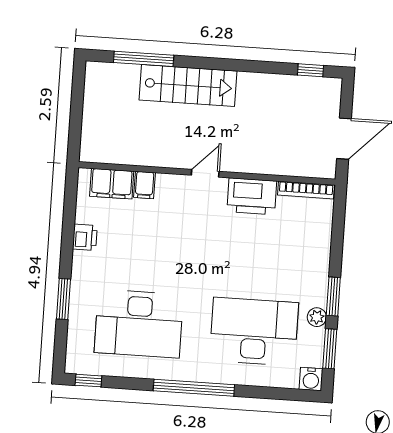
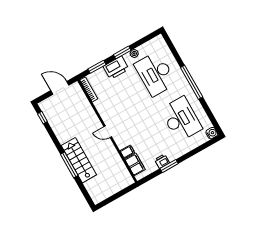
window: (144, 59) -> (69, 165), moved
printer: (252, 196) -> (116, 68), moved, turned 90
window: (64, 299) -> (169, 166), moved
window: (330, 349) -> (97, 67), moved
water cooler: (311, 379) -> (212, 133), moved
window: (88, 381) -> (215, 124), removed

